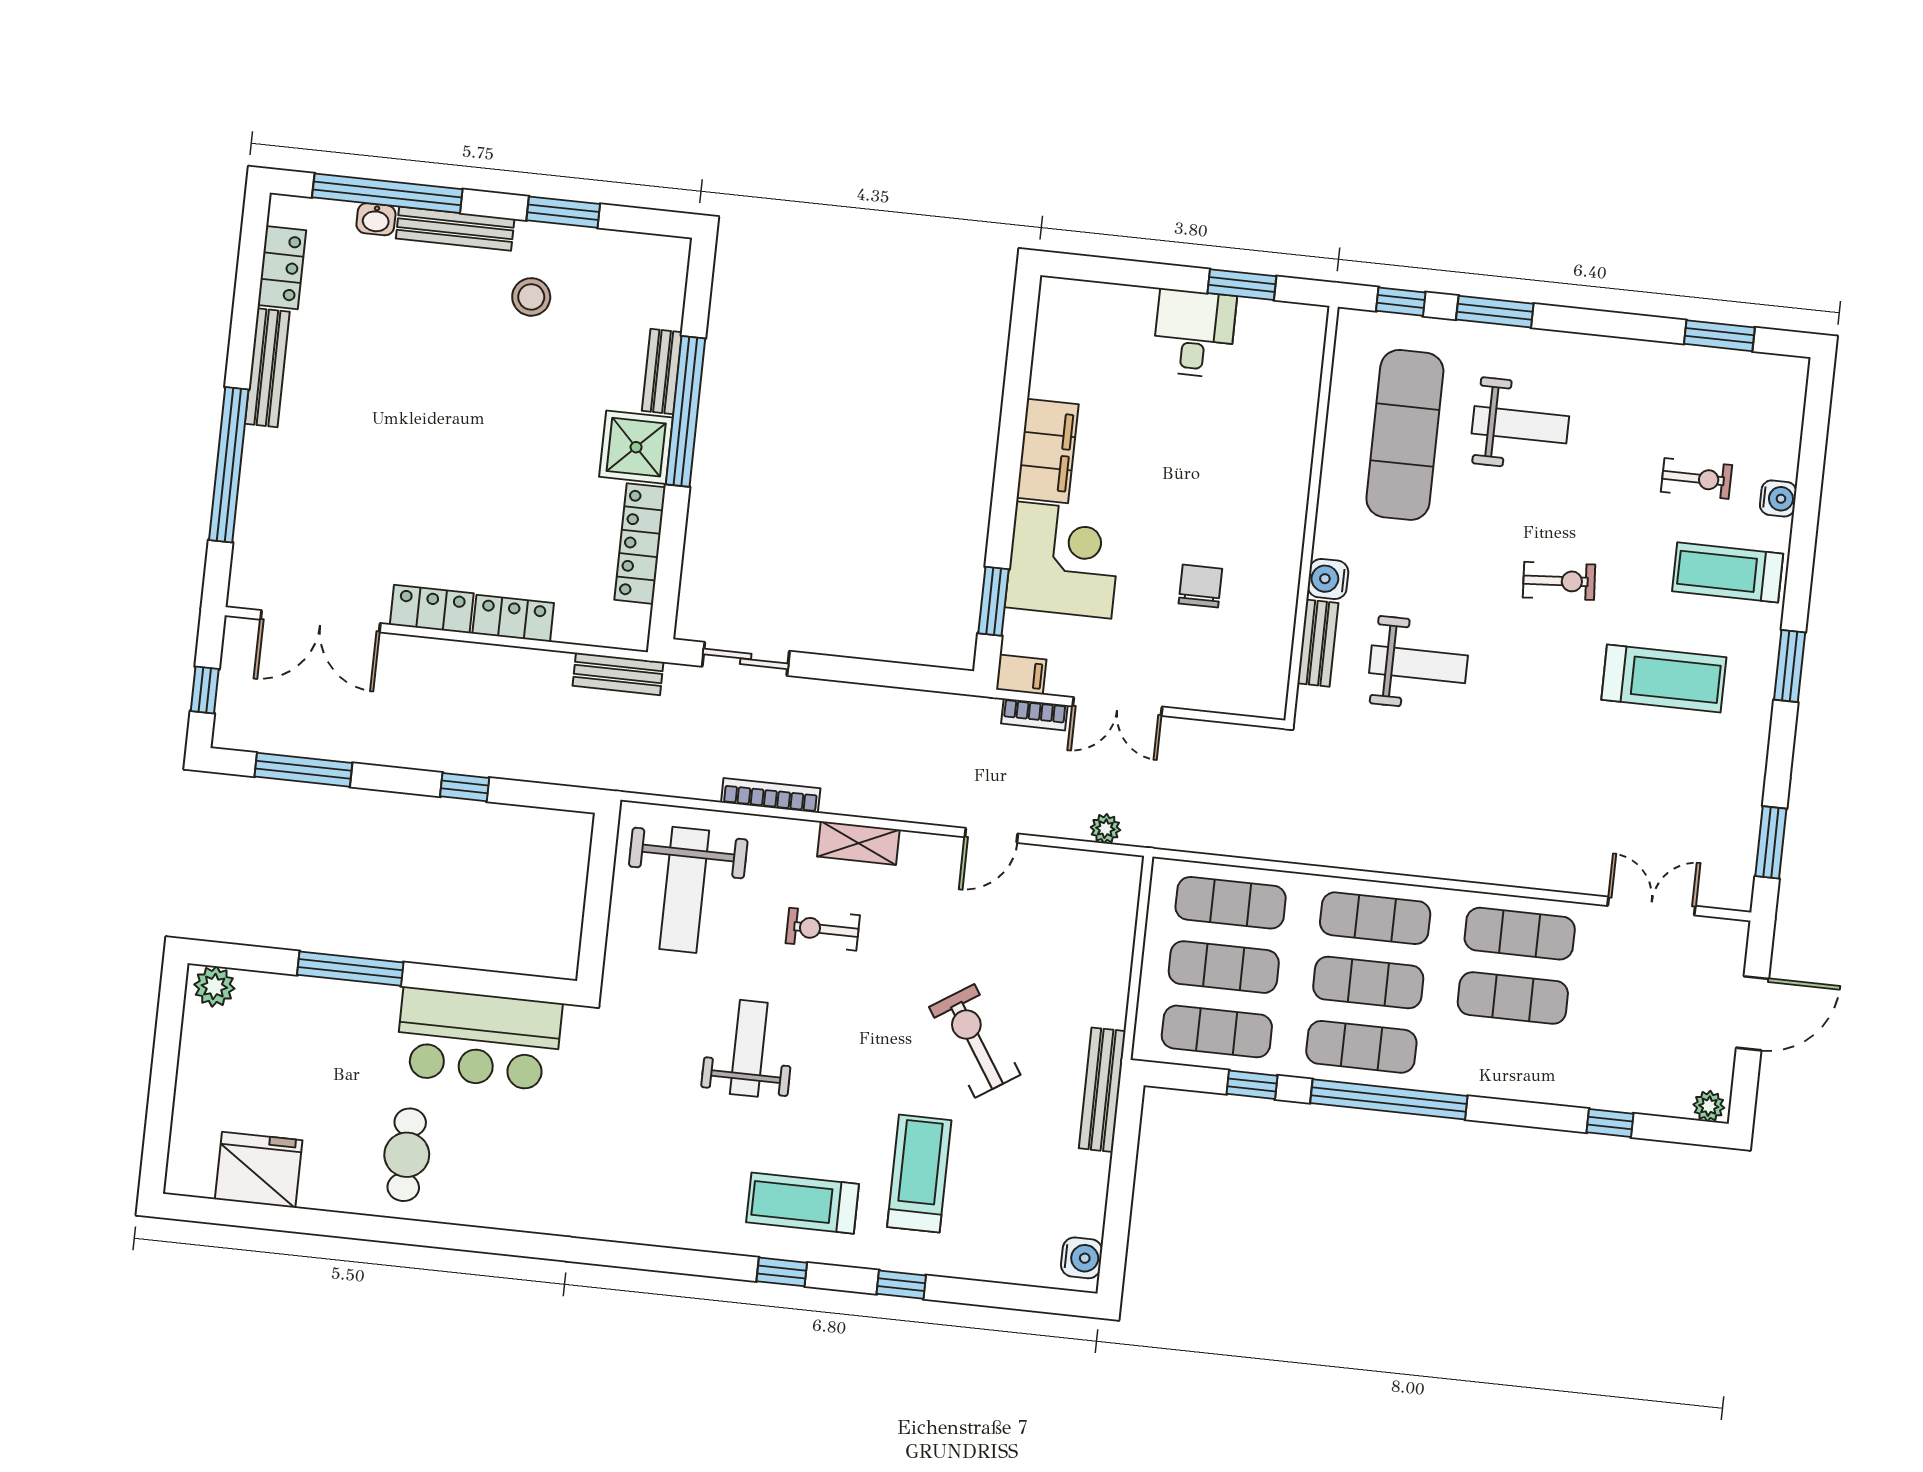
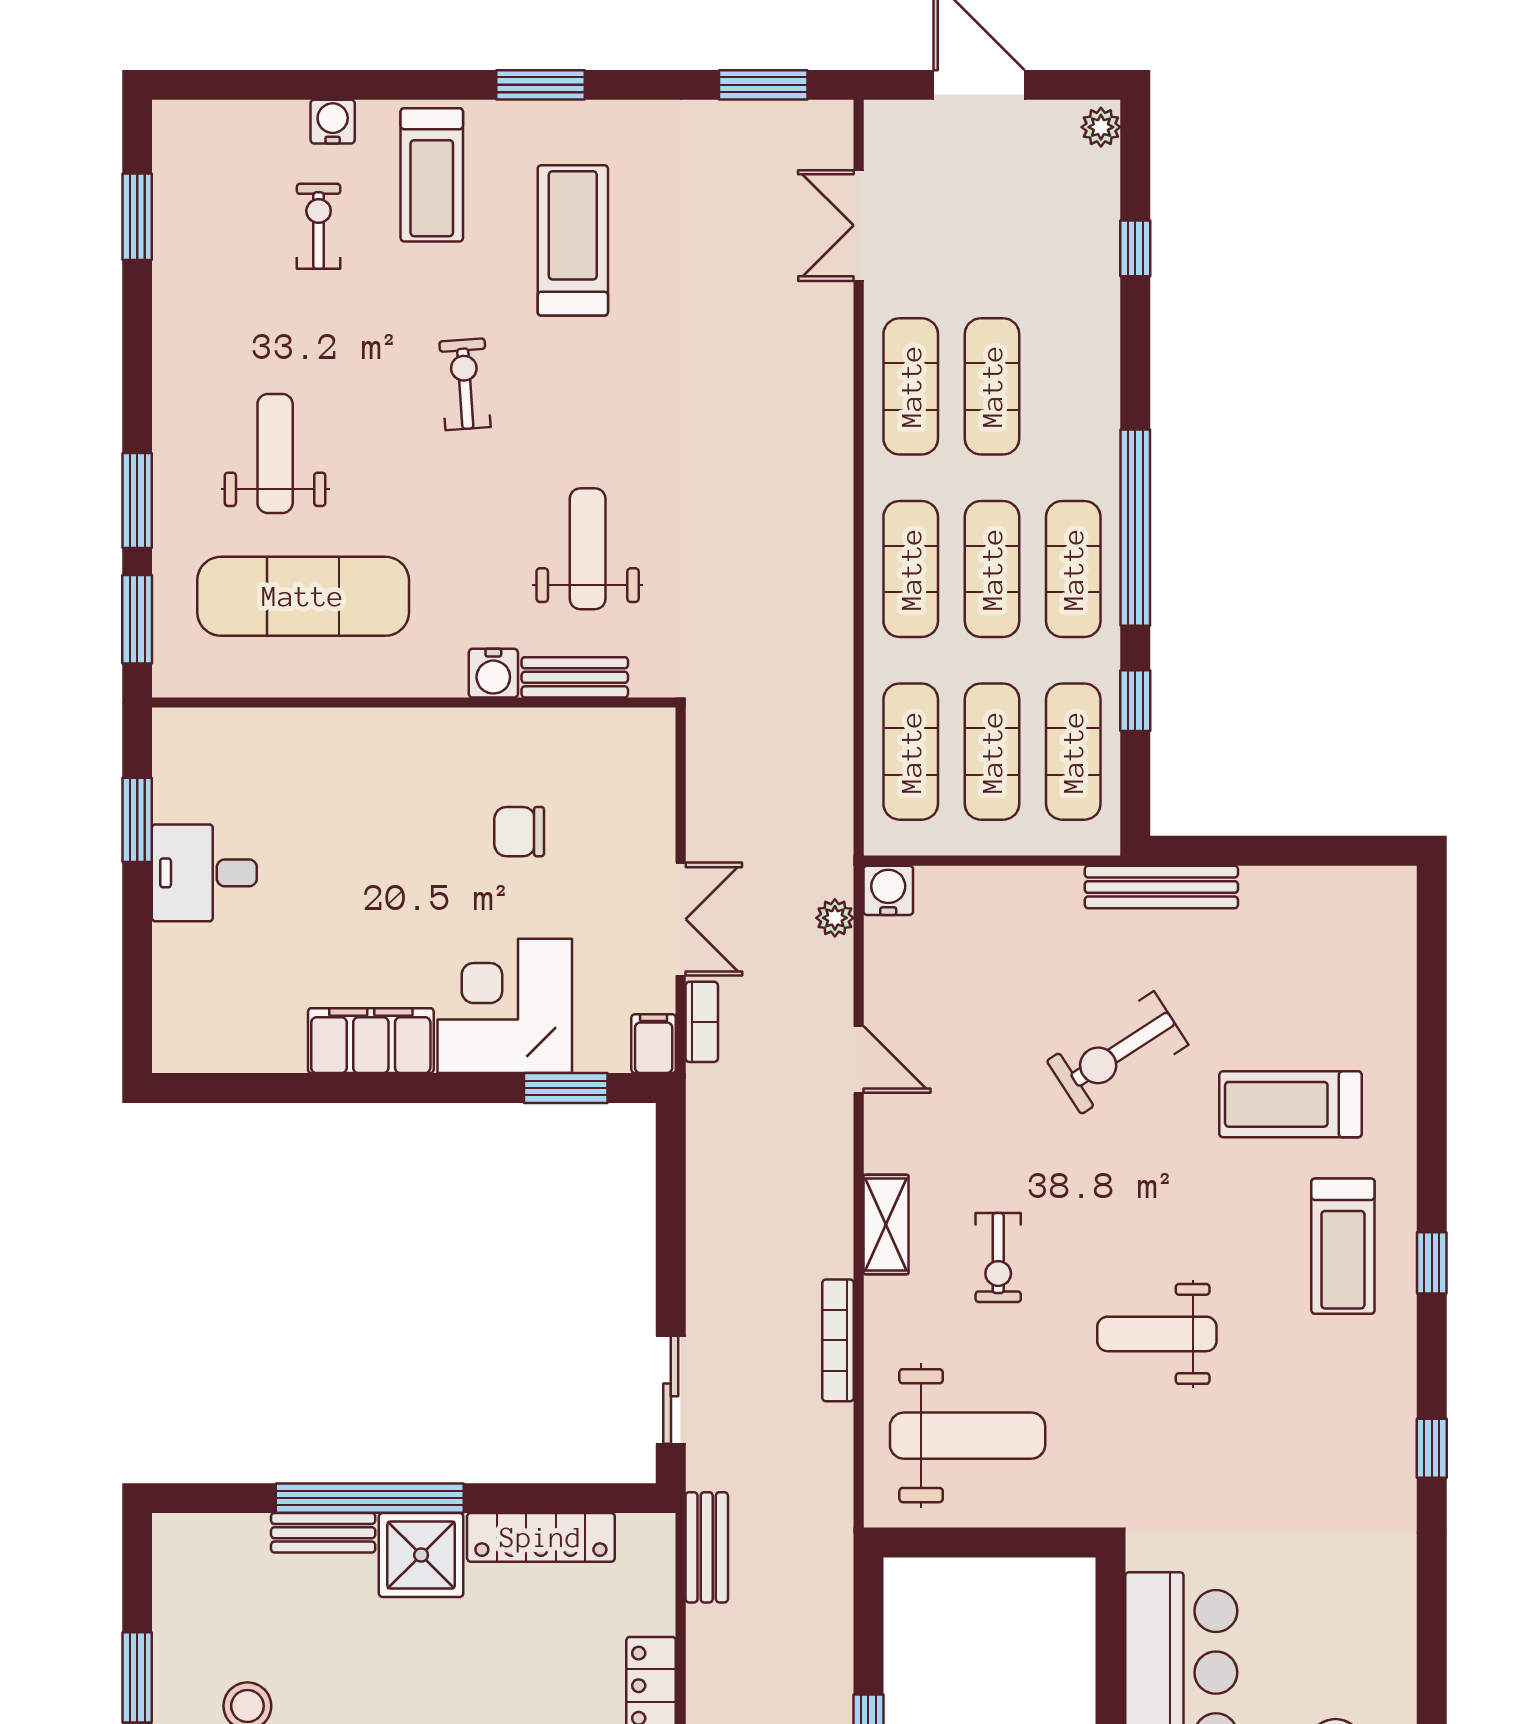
window: (1401, 302) -> (137, 619), width x1.50
water cooler: (1082, 1258) -> (888, 890), moved
window: (901, 1285) -> (1432, 1448), moved

